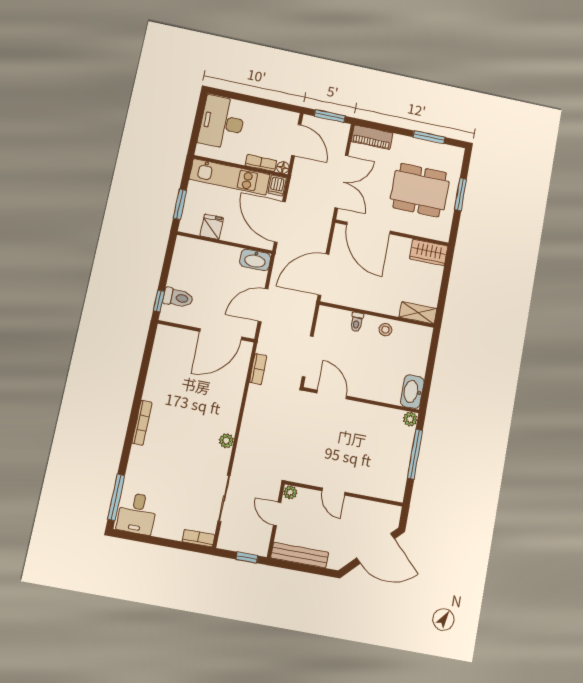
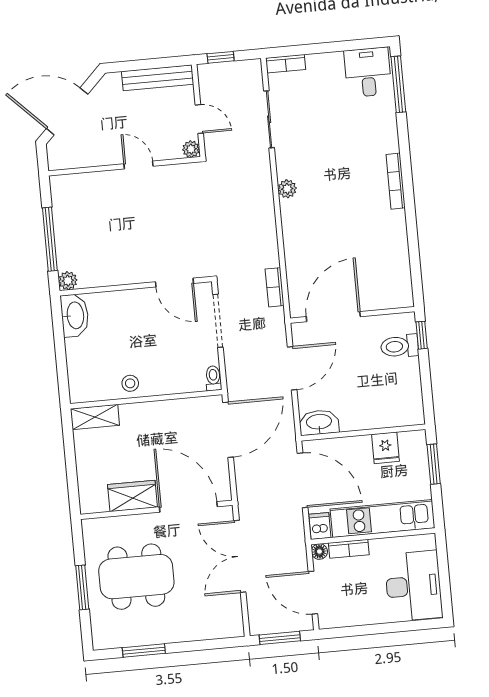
piano: (372, 137) -> (217, 627), removed
wardrobe: (429, 252) -> (132, 496), moved
toilet: (357, 322) -> (213, 378), moved

